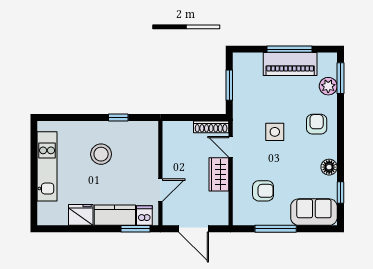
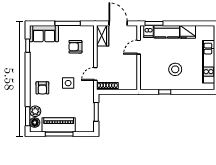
door: (231, 147) -> (95, 74), swing flipped
floor lamp: (329, 167) -> (35, 122), moved
wardrobe: (219, 174) -> (103, 36), moved

